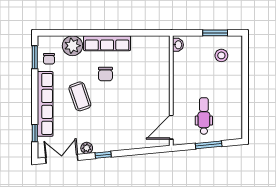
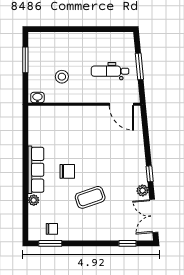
plant: (72, 46) -> (34, 200), width x0.53, depth x0.53
stool: (221, 55) -> (62, 77), moved
row of seats: (45, 104) -> (98, 233), removed

